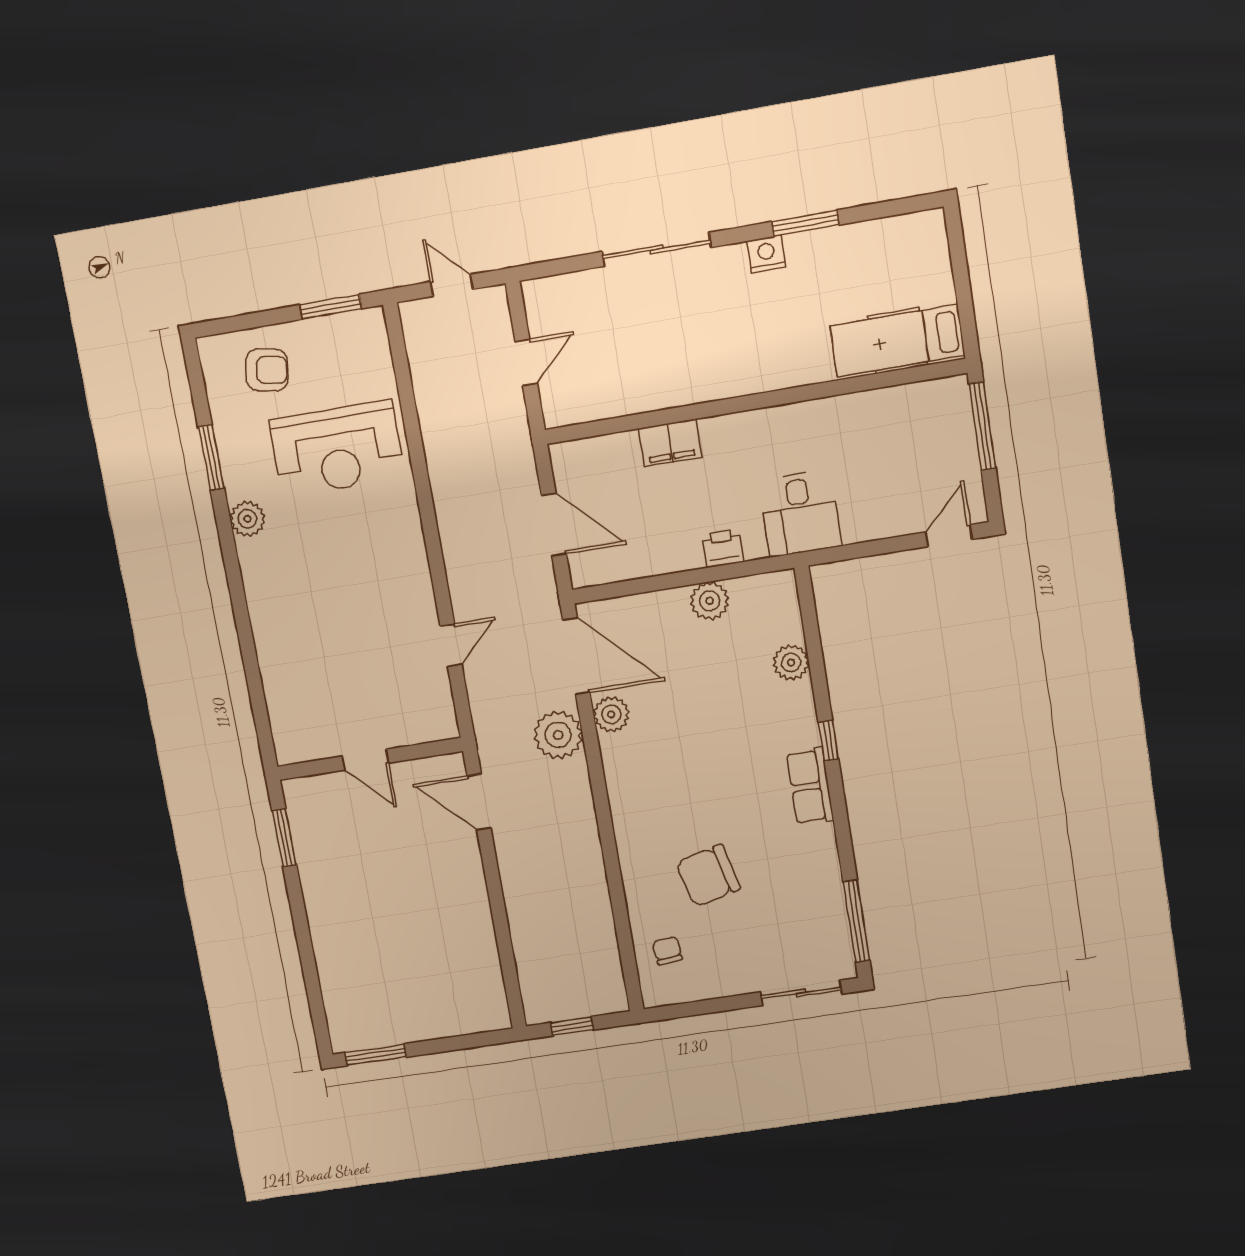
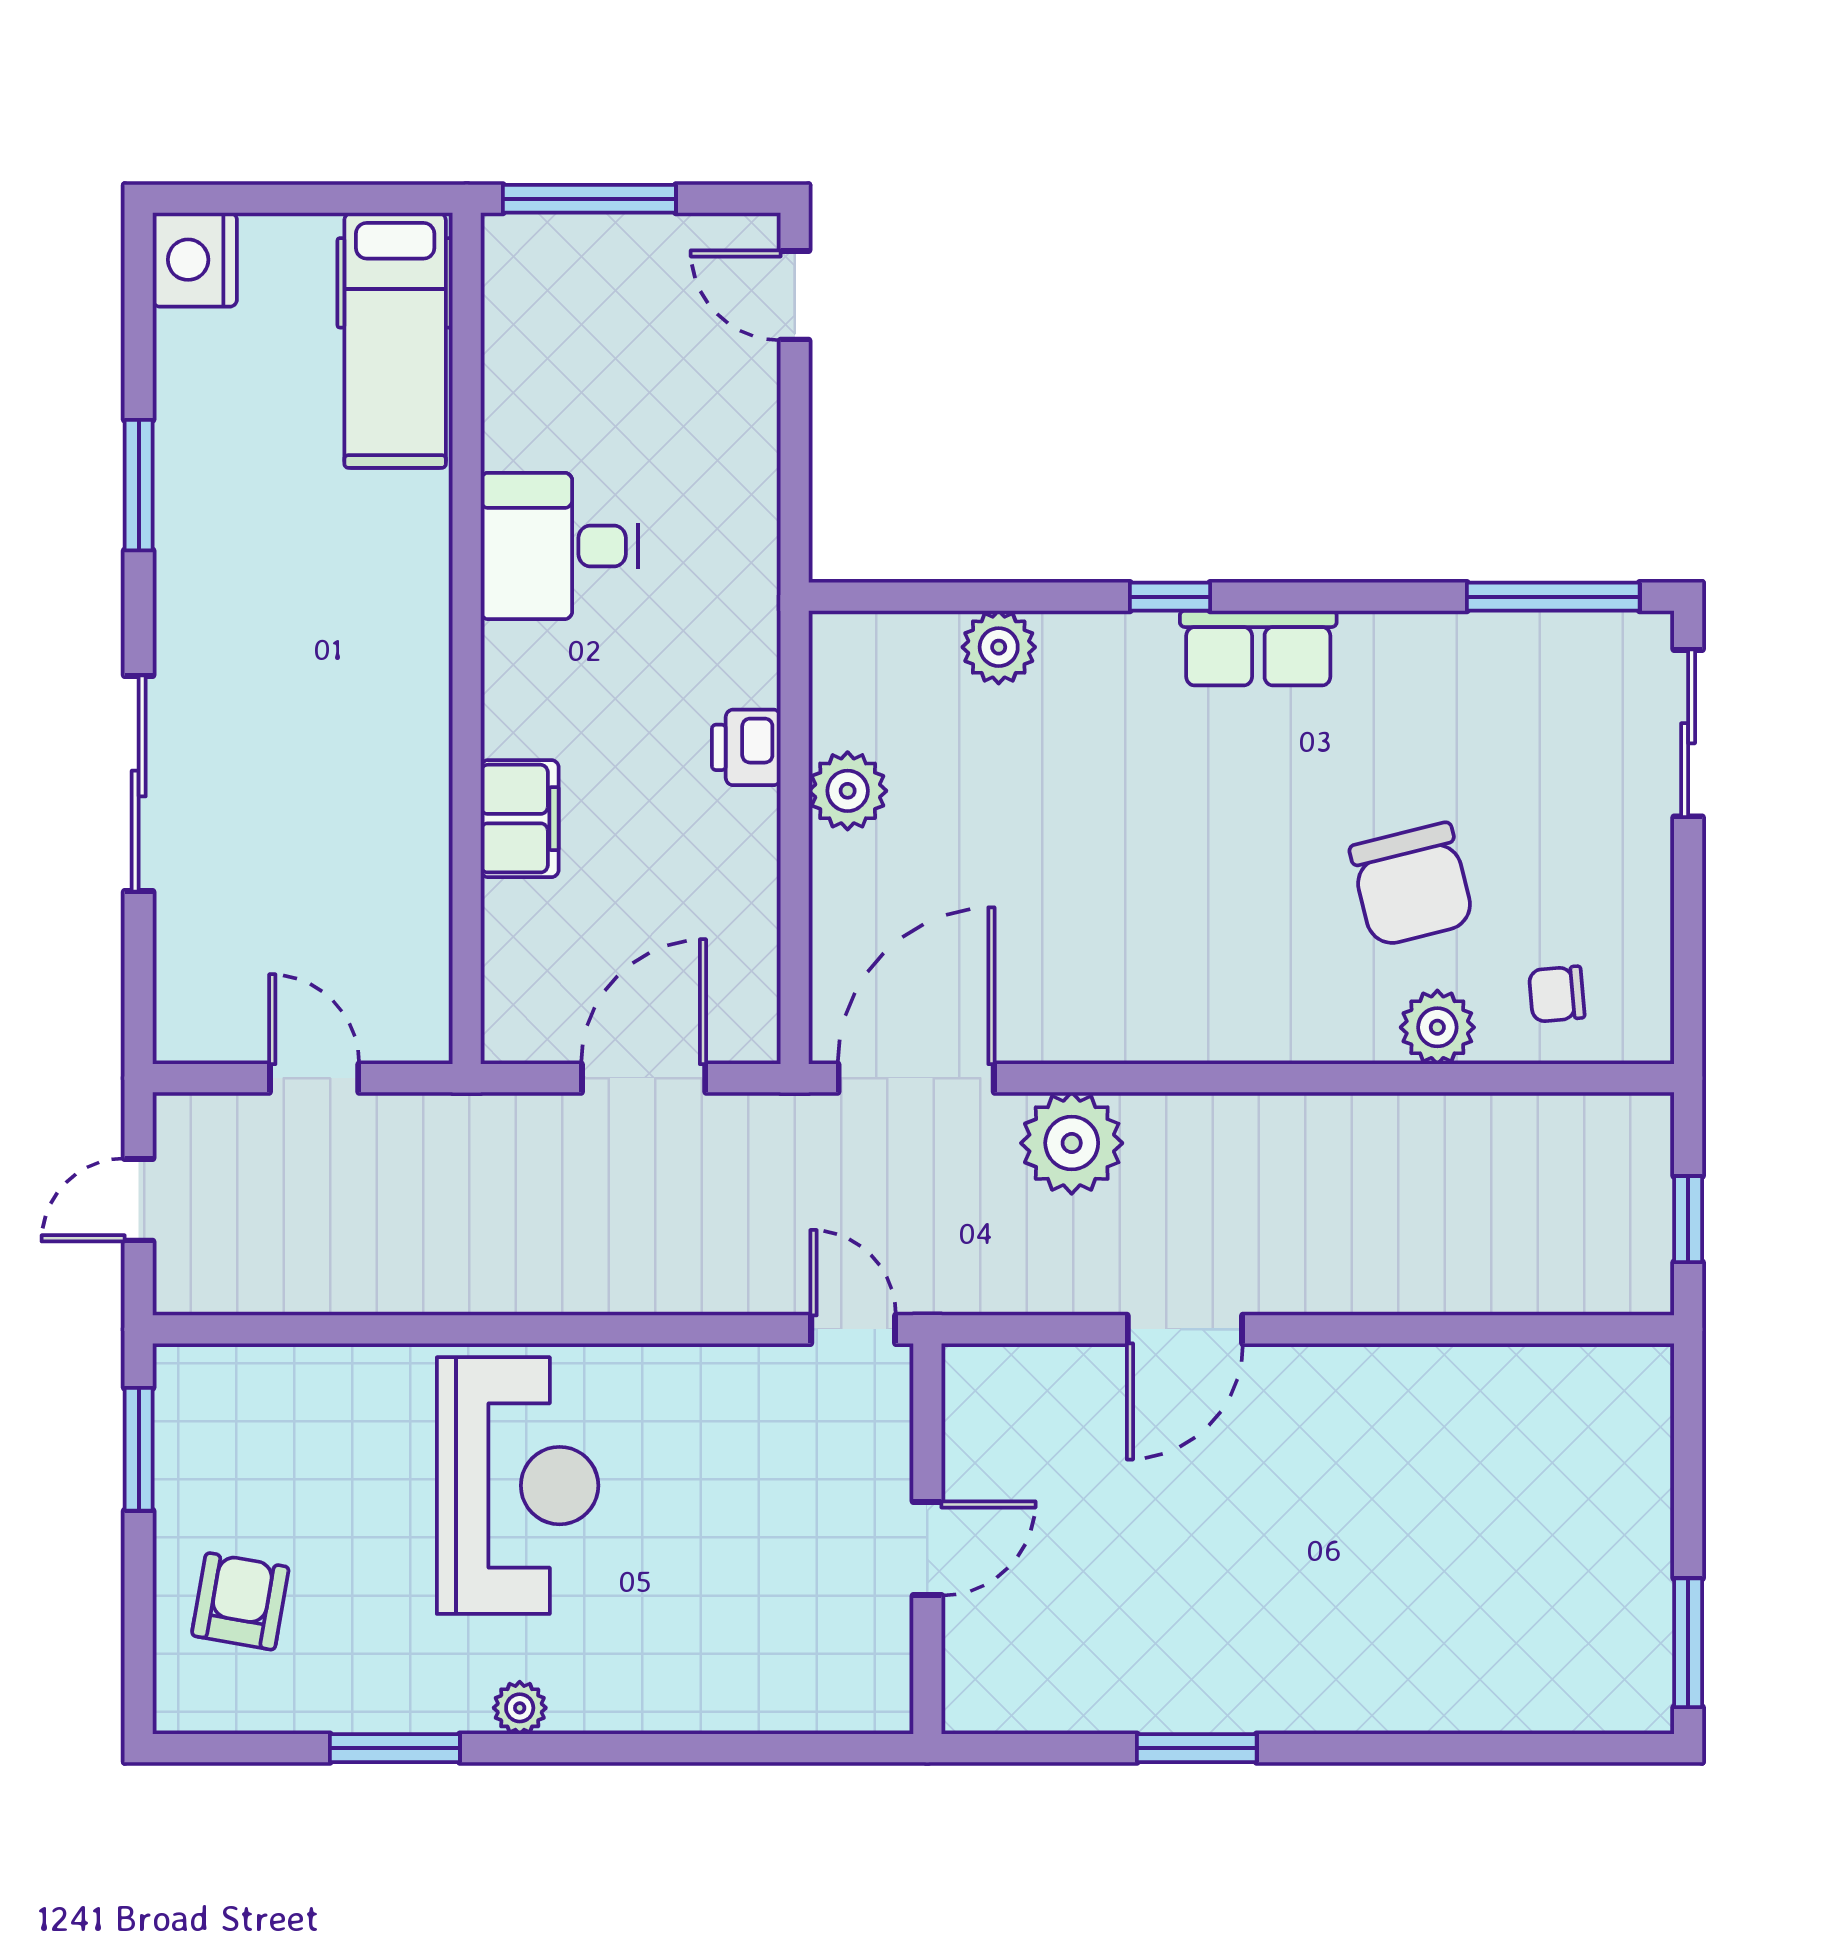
nightstand: (766, 254) -> (195, 260), moved, width x1.36, depth x1.33
reception desk: (337, 449) -> (518, 1486), moved
desk: (800, 513) -> (560, 546), moved, turned 180
plant: (247, 519) -> (520, 1708), width x0.73, depth x0.73
plant: (611, 714) -> (1437, 1027), moved
wall: (370, 759) -> (927, 1539), moved
door: (365, 760) -> (927, 1548), moved

